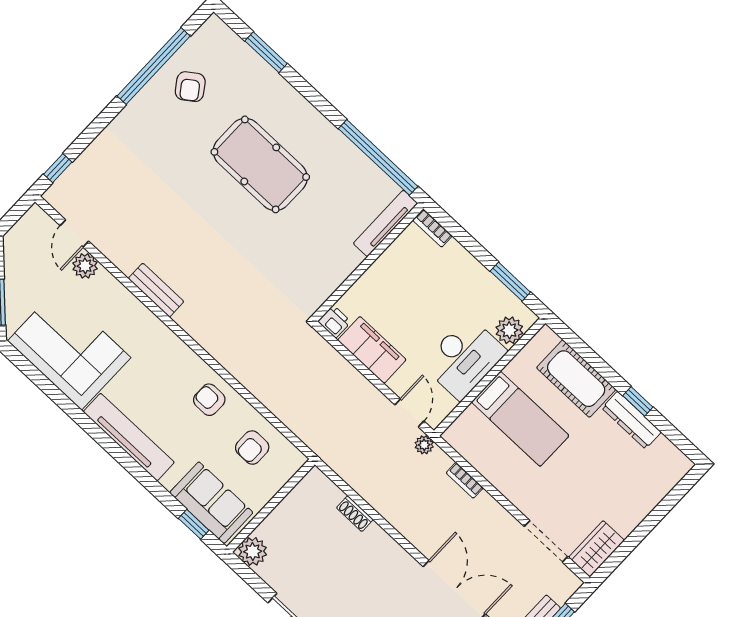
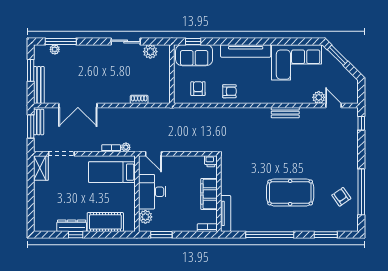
window: (378, 157) -> (270, 235), moved
filing cabinet: (372, 350) -> (209, 194), moved, turned 90
bed: (520, 419) -> (112, 172), moved
plant: (424, 445) -> (126, 147), moved
plant: (253, 551) -> (150, 52), moved

